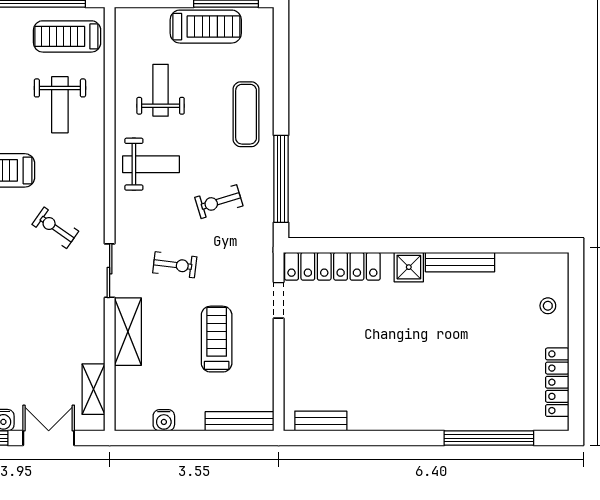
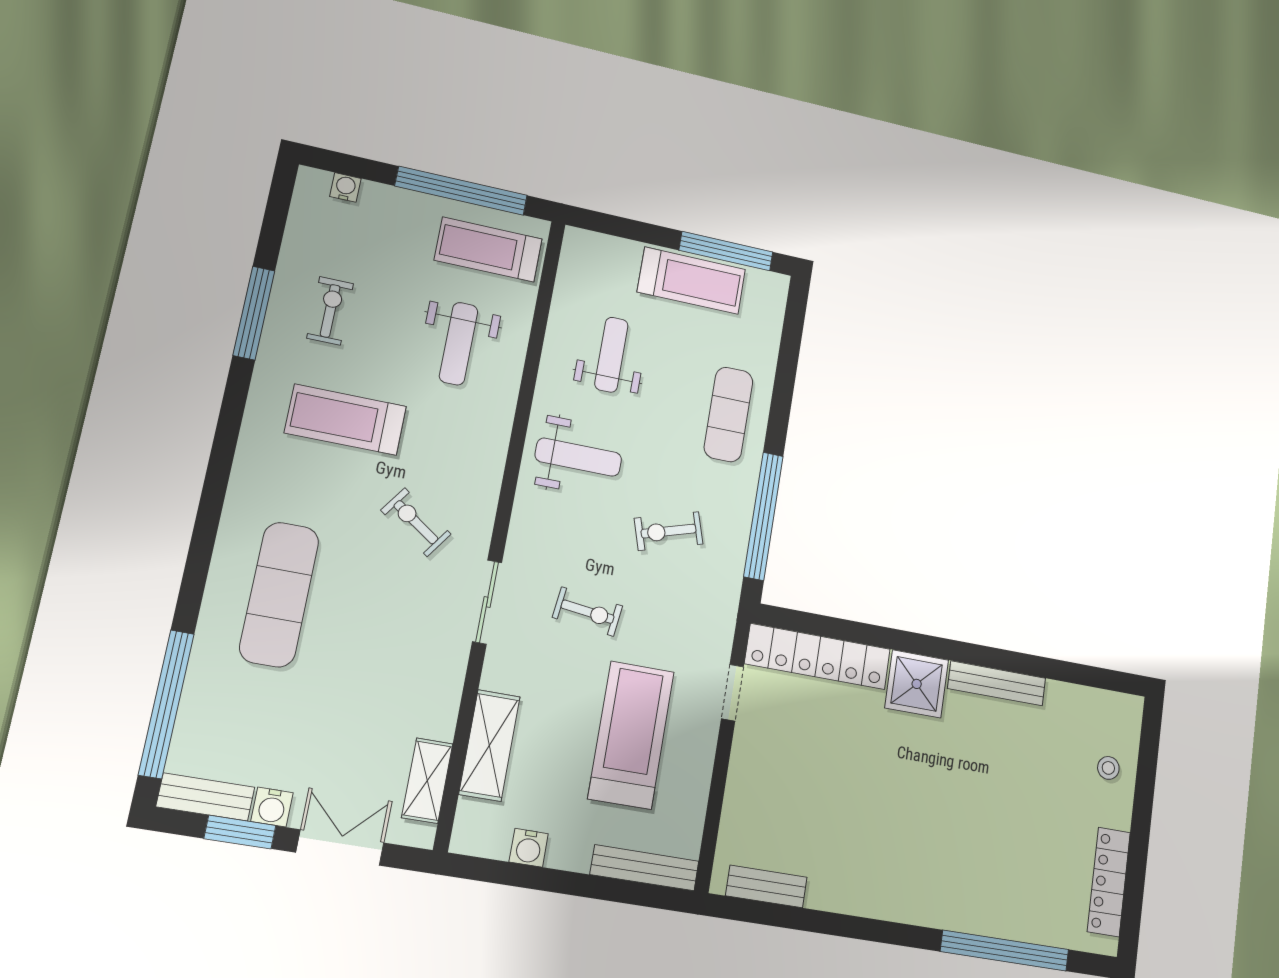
shower: (409, 267) -> (917, 684), width x1.36, depth x1.36
shelving: (128, 332) -> (489, 745), moved
treadmill: (217, 339) -> (631, 735), width x1.37, depth x1.38

